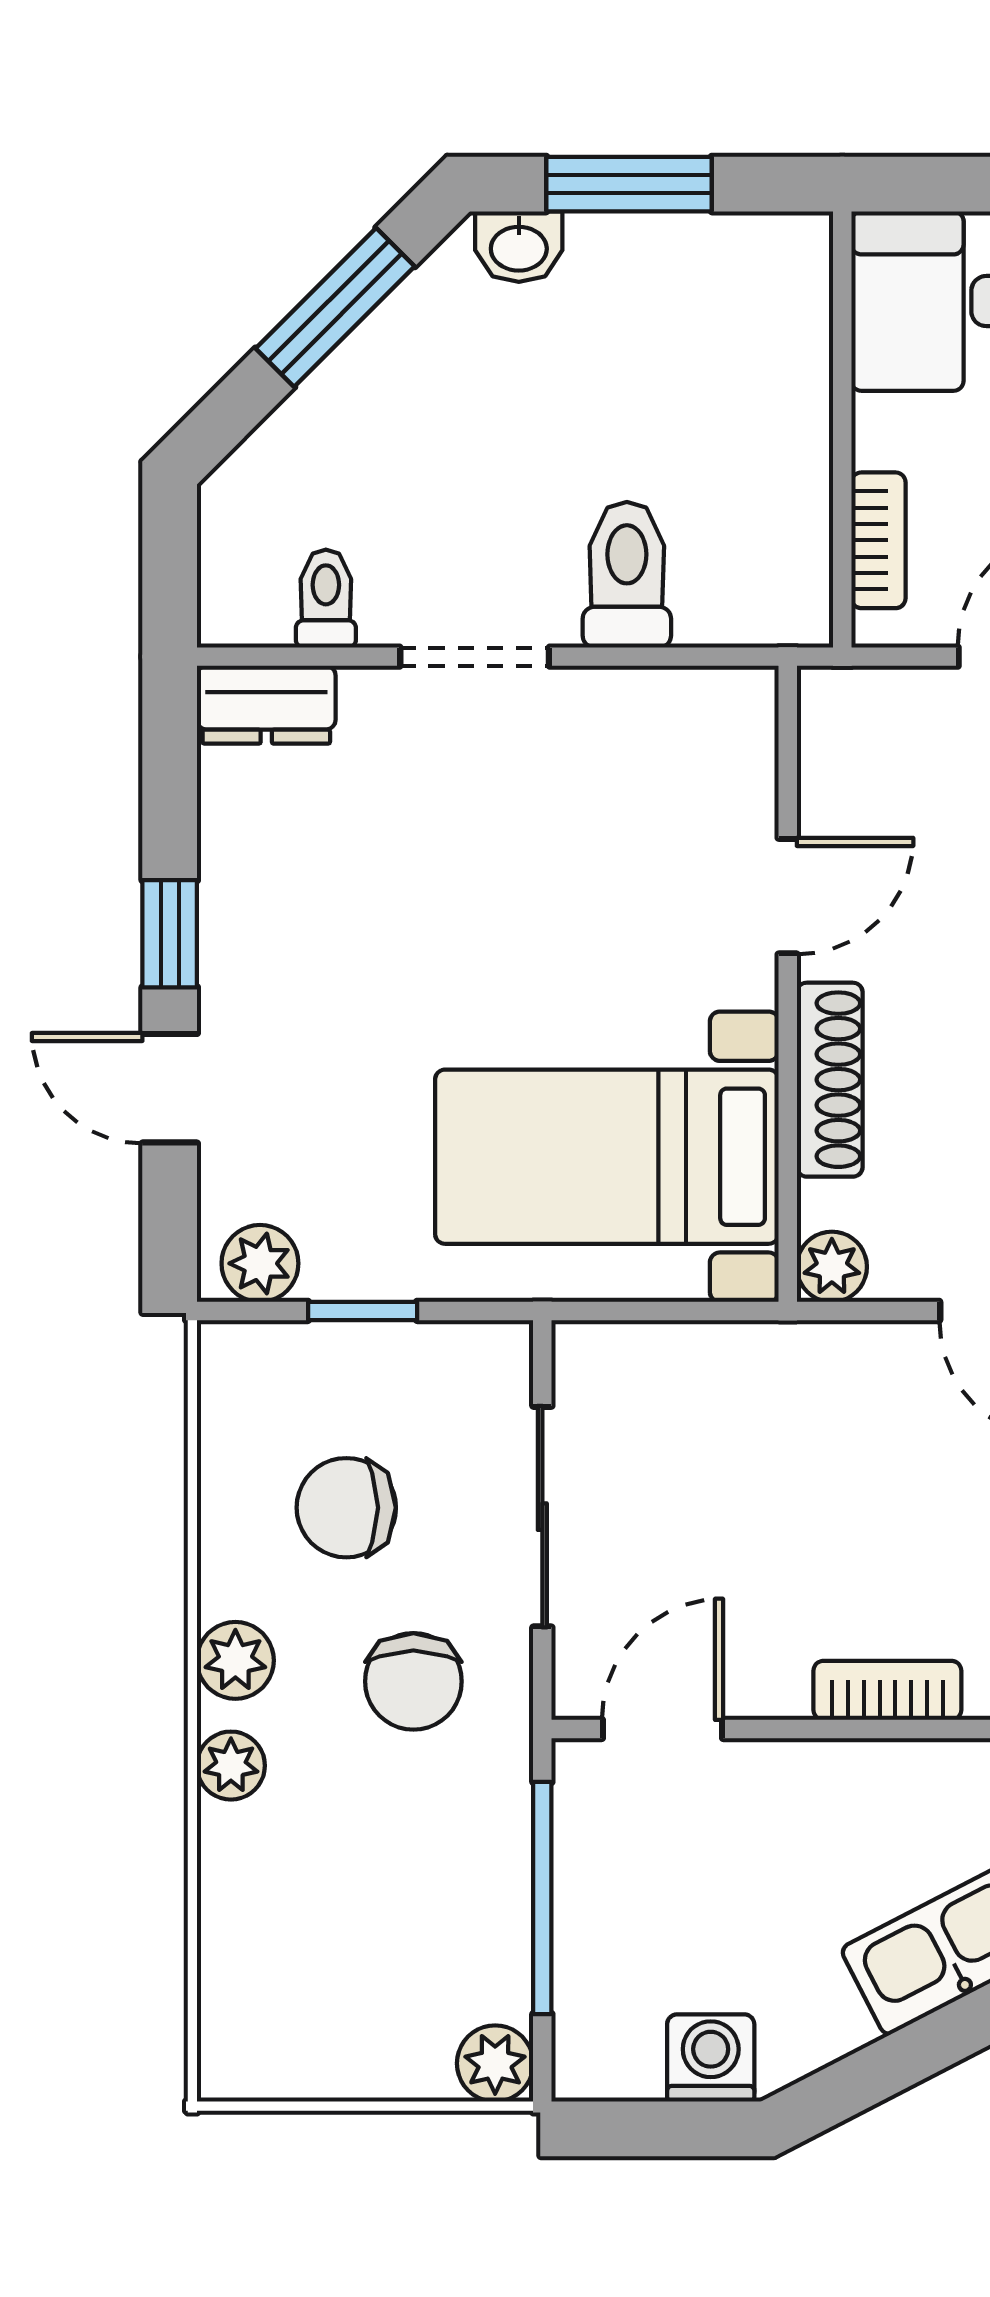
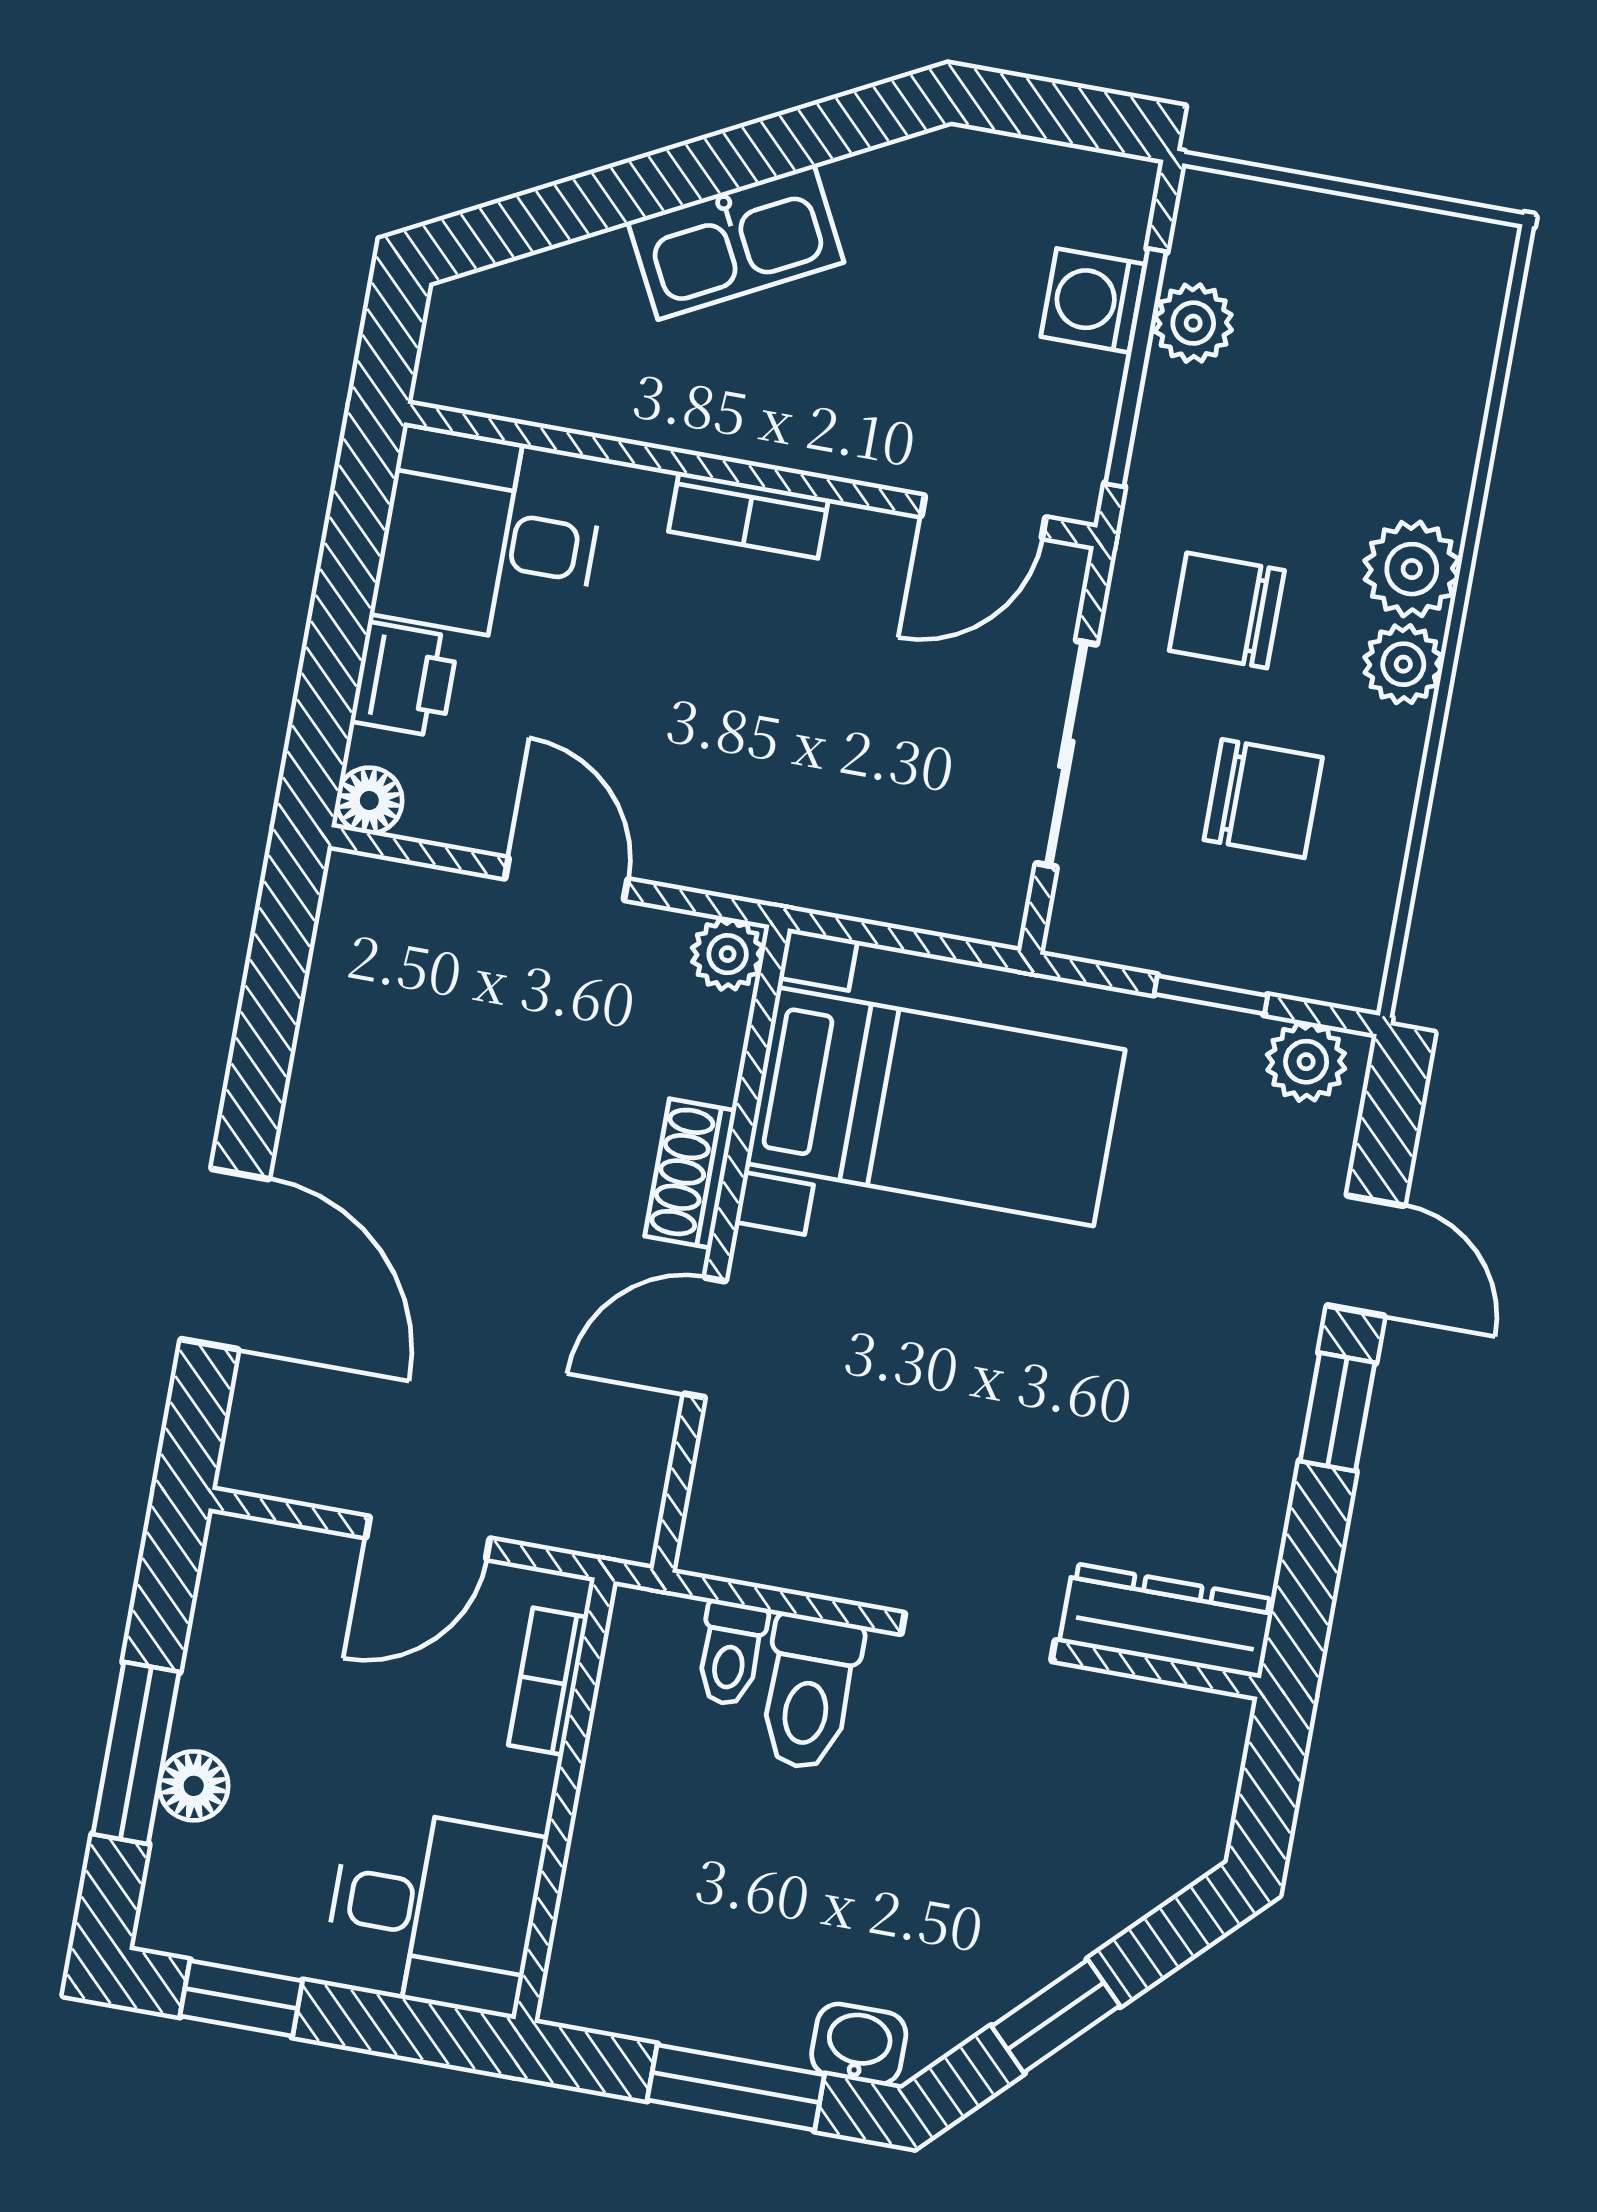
window: (335, 307) -> (1056, 2016), width x0.67
toilet: (326, 599) -> (731, 1653), moved
dresser: (266, 705) -> (1167, 1621), width x1.44
shoe rack: (830, 1080) -> (690, 1173), width x0.70
chair: (413, 1681) -> (1227, 610), turned -90
plant: (231, 1766) -> (1412, 569), width x1.38, depth x1.38
washing machine: (711, 2058) -> (1093, 300), moved, turned 90
plant: (495, 2063) -> (1193, 323), moved

